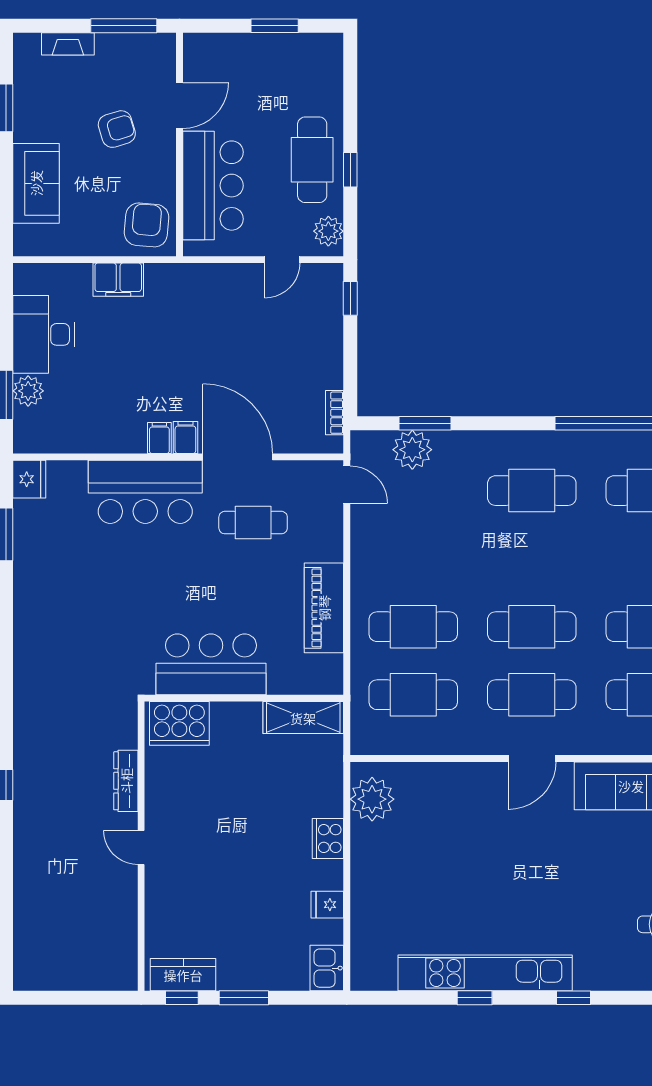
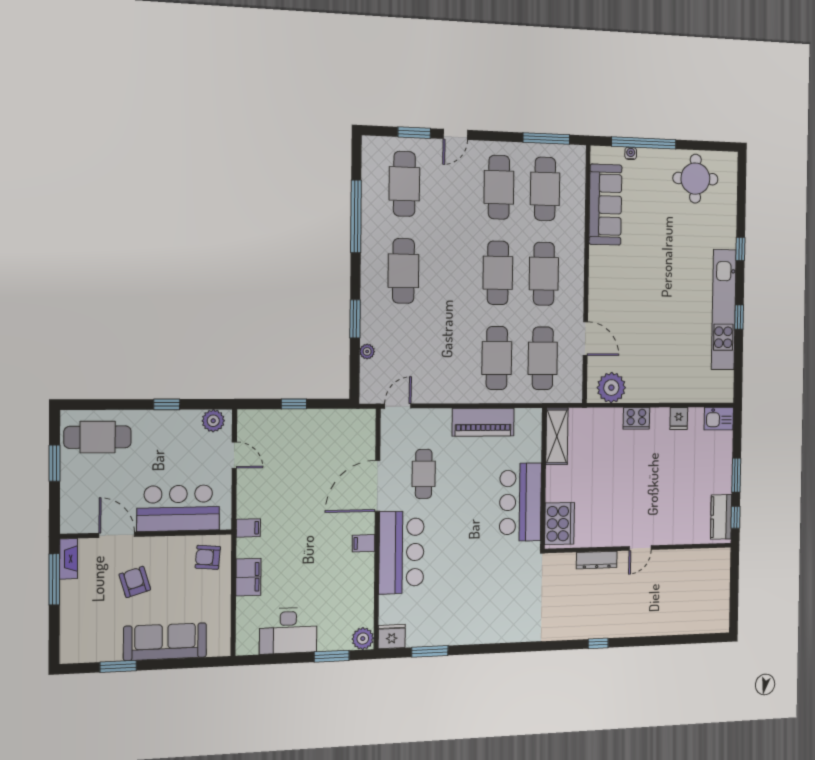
fireplace: (68, 44) -> (69, 559), moved
cafe table: (312, 160) -> (98, 437), moved
sofa: (36, 183) -> (165, 642), width x1.36
armchair: (147, 225) -> (208, 557), width x0.72, depth x0.72
window: (350, 298) -> (294, 404), moved
plant: (28, 391) -> (363, 639), moved
bookcase: (335, 413) -> (347, 415), removed
window: (425, 423) -> (355, 319), moved
filing cabinet: (185, 437) -> (248, 528), moved, turned 180
plant: (412, 450) -> (367, 351), width x0.53, depth x0.53
door: (532, 758) -> (585, 338), moved

